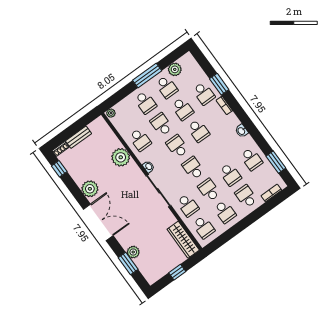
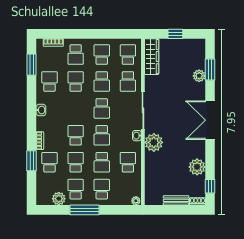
plant: (121, 157) -> (154, 142), moved
plant: (90, 189) -> (197, 167), moved
school desk: (188, 205) -> (128, 82), turned 180

